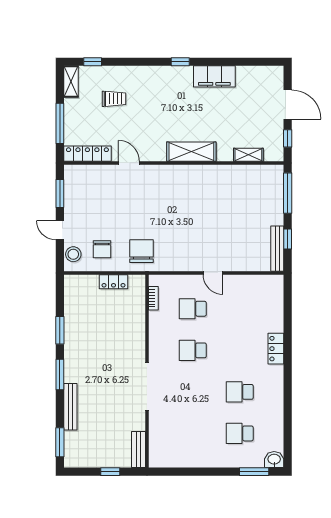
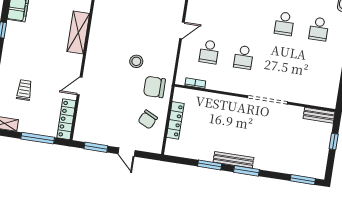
door: (60, 230) -> (127, 152), hinge flipped
chair: (102, 249) -> (148, 119), turned 116
stool: (73, 254) -> (136, 61), moved
locker: (114, 282) -> (175, 120), width x1.53
bench: (70, 407) -> (233, 160), moved

